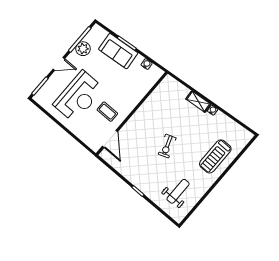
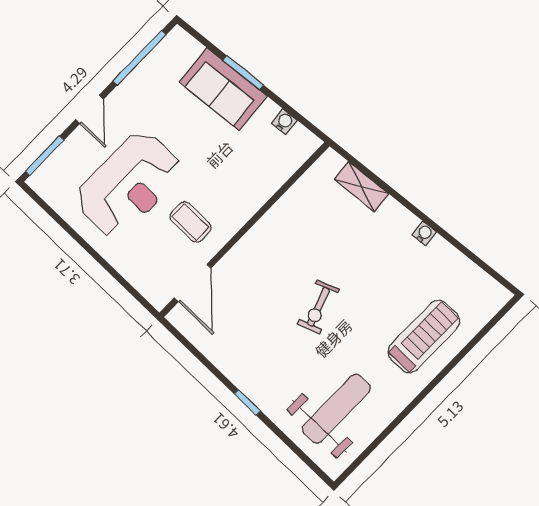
plant: (83, 49) -> (145, 79), removed
door: (59, 64) -> (90, 109), hinge flipped
shelving: (198, 102) -> (361, 187), moved
treadmill: (215, 156) -> (424, 337), turned 180
weight bench: (178, 191) -> (336, 409), width x1.36, depth x1.33

